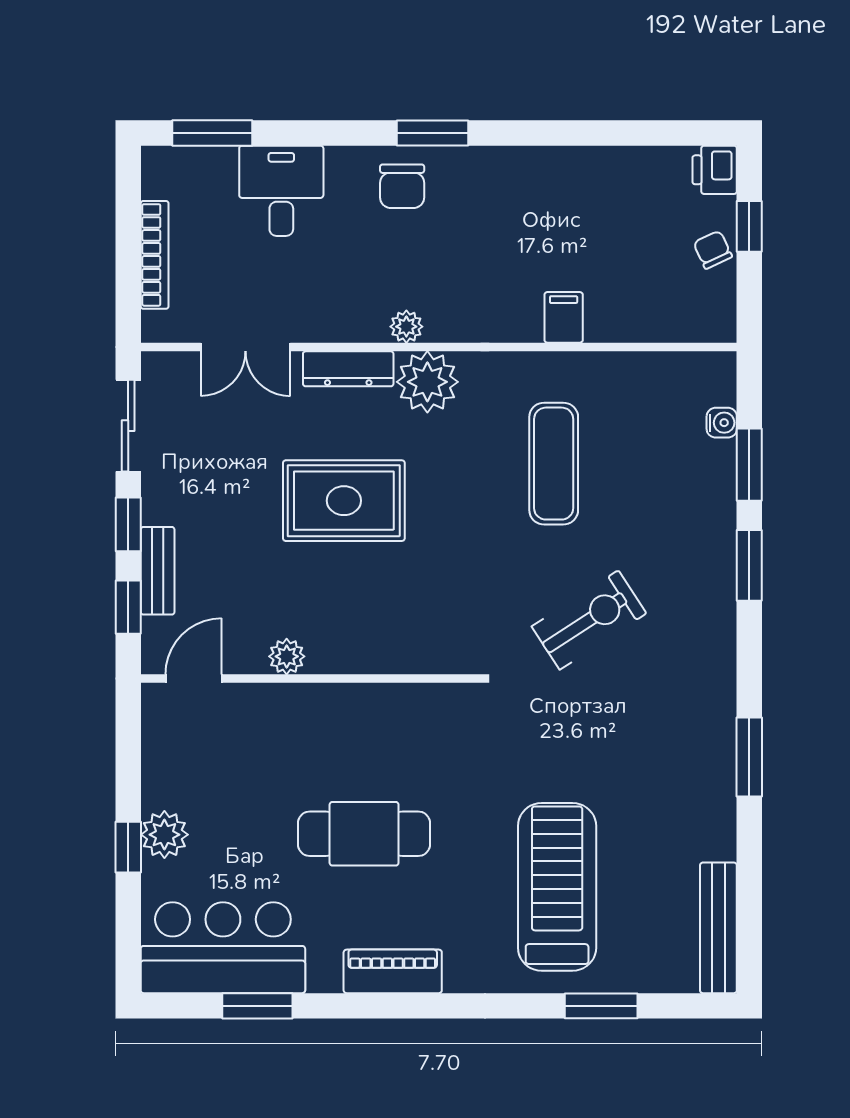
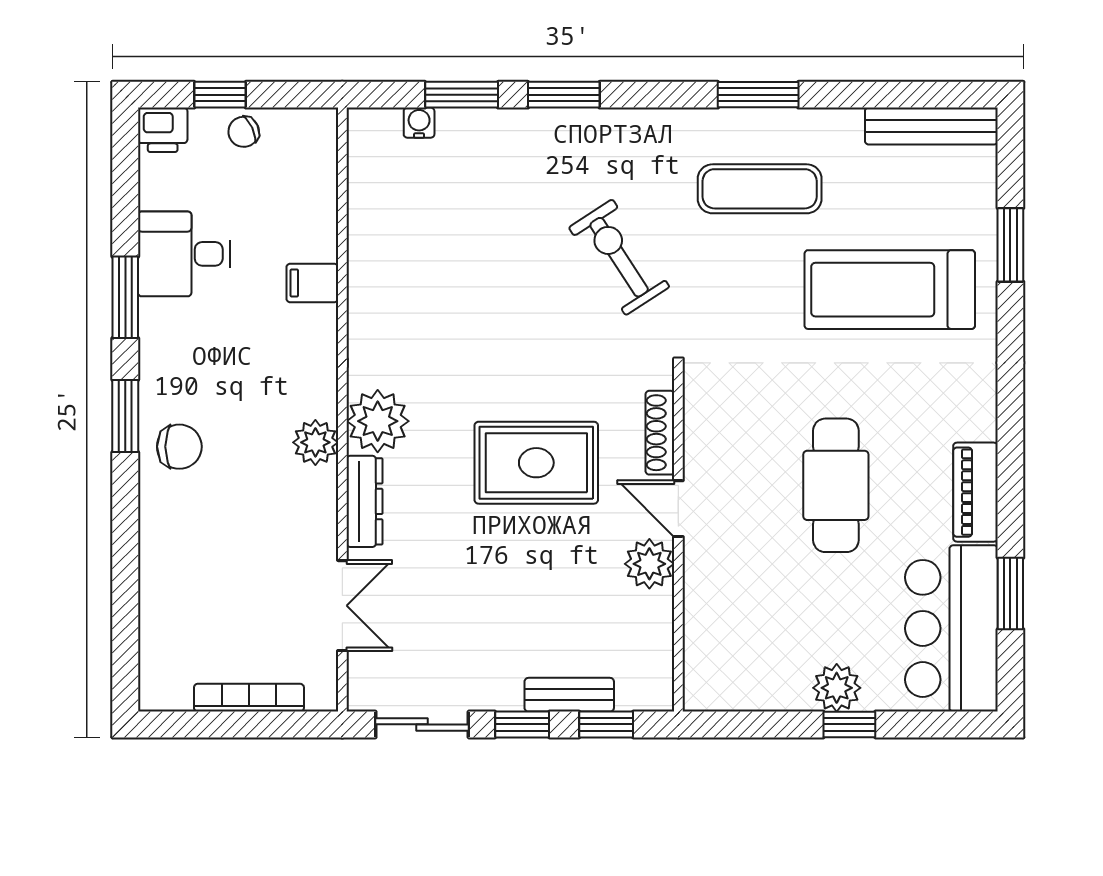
window: (212, 133) -> (125, 297), moved
desk: (281, 191) -> (184, 254), moved
plant: (406, 327) -> (315, 442), width x1.38, depth x1.38
exercise mat: (554, 464) -> (760, 189), moved
rug: (344, 501) -> (536, 463), moved, turned 90
plant: (287, 656) -> (649, 564), width x1.38, depth x1.38
shoe rack: (416, 660) -> (660, 433), added
door: (194, 679) -> (678, 509), moved
piano: (393, 971) -> (975, 492), moved

